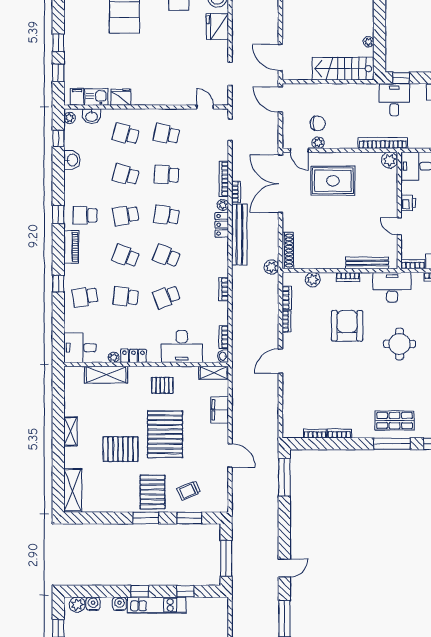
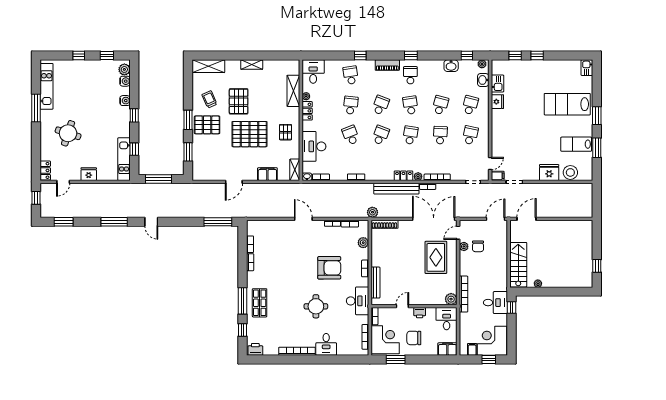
filing cabinet: (77, 97) -> (498, 176), moved
trolley: (189, 491) -> (209, 99), moved
kitchen unit: (157, 605) -> (124, 159), moved

